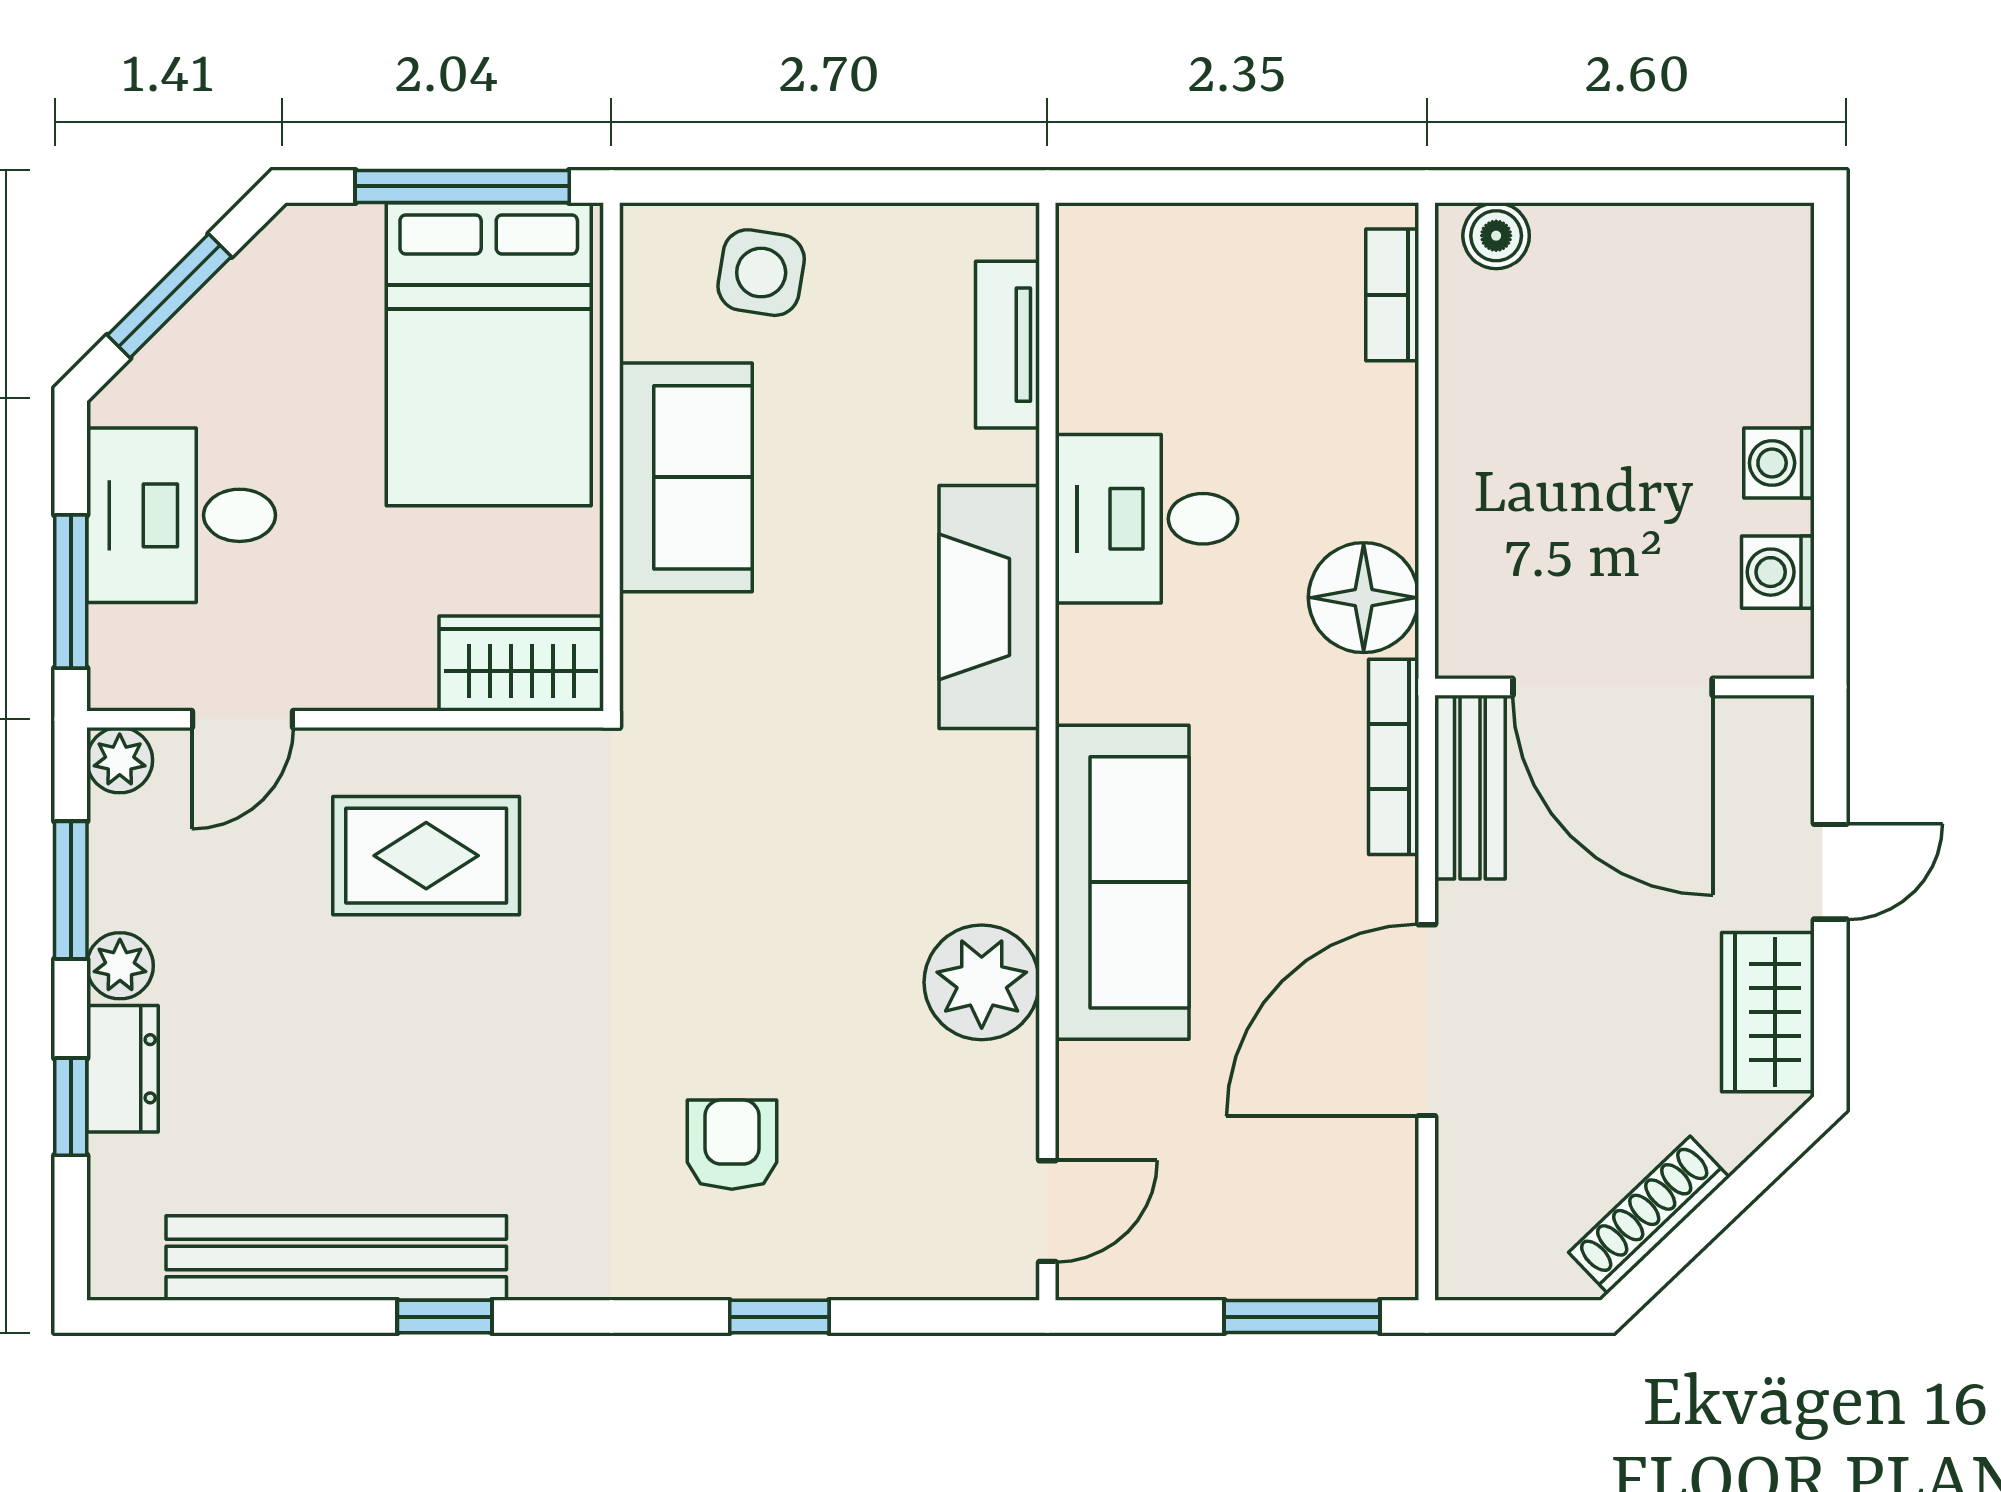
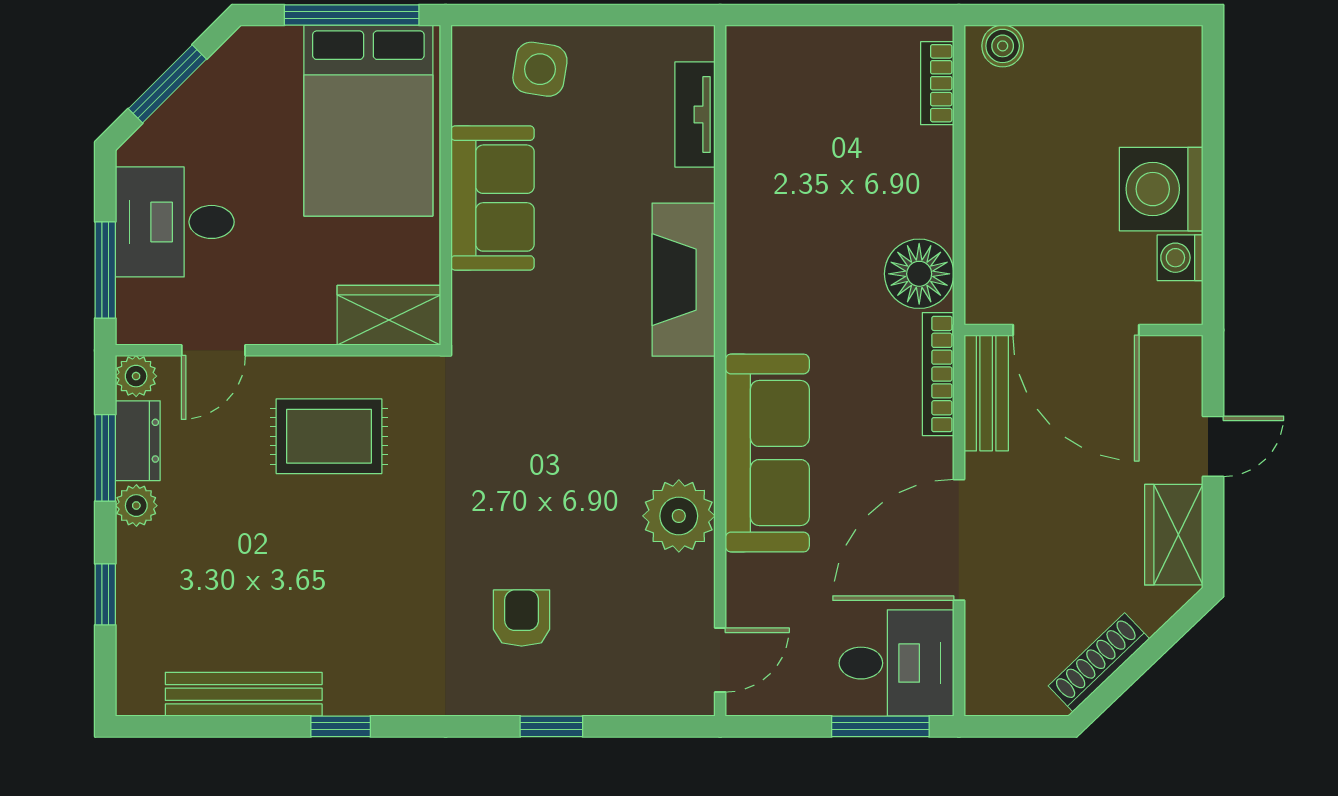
washing machine: (1779, 463) -> (1161, 189), width x1.89, depth x1.89
desk: (1147, 519) -> (896, 663), moved, turned 180
dresser: (122, 1069) -> (138, 441), moved
bench: (336, 1258) -> (244, 694), width x0.73, depth x0.82

